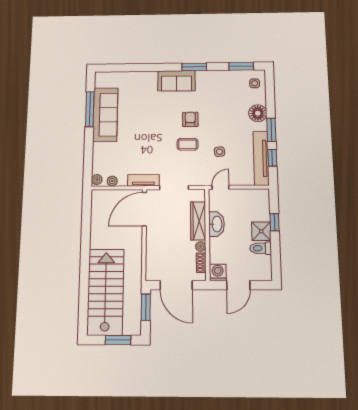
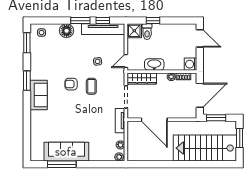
door: (220, 187) -> (126, 61), hinge flipped
door: (144, 209) -> (154, 120), moved
wardrobe: (198, 221) -> (142, 78), moved
shower: (261, 231) -> (134, 31), moved
toilet: (261, 248) -> (147, 32), moved
door: (238, 285) -> (200, 38), moved

